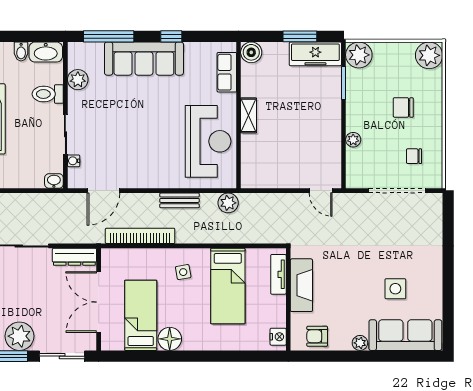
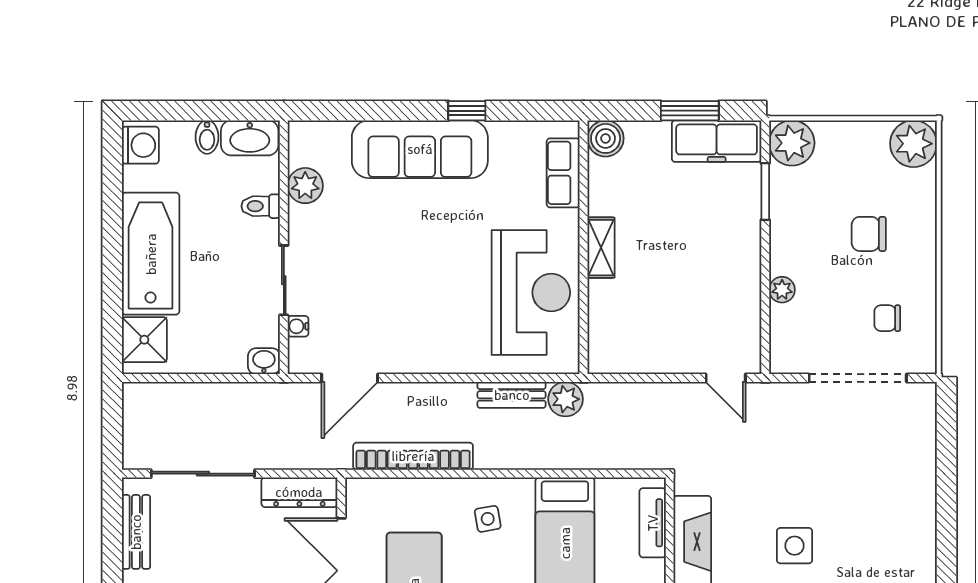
window: (109, 36) -> (359, 111), removed
toilet: (48, 94) -> (261, 206), width x0.73, depth x0.72
bench: (180, 200) -> (512, 395), moved
side table: (395, 289) -> (795, 546), moved

